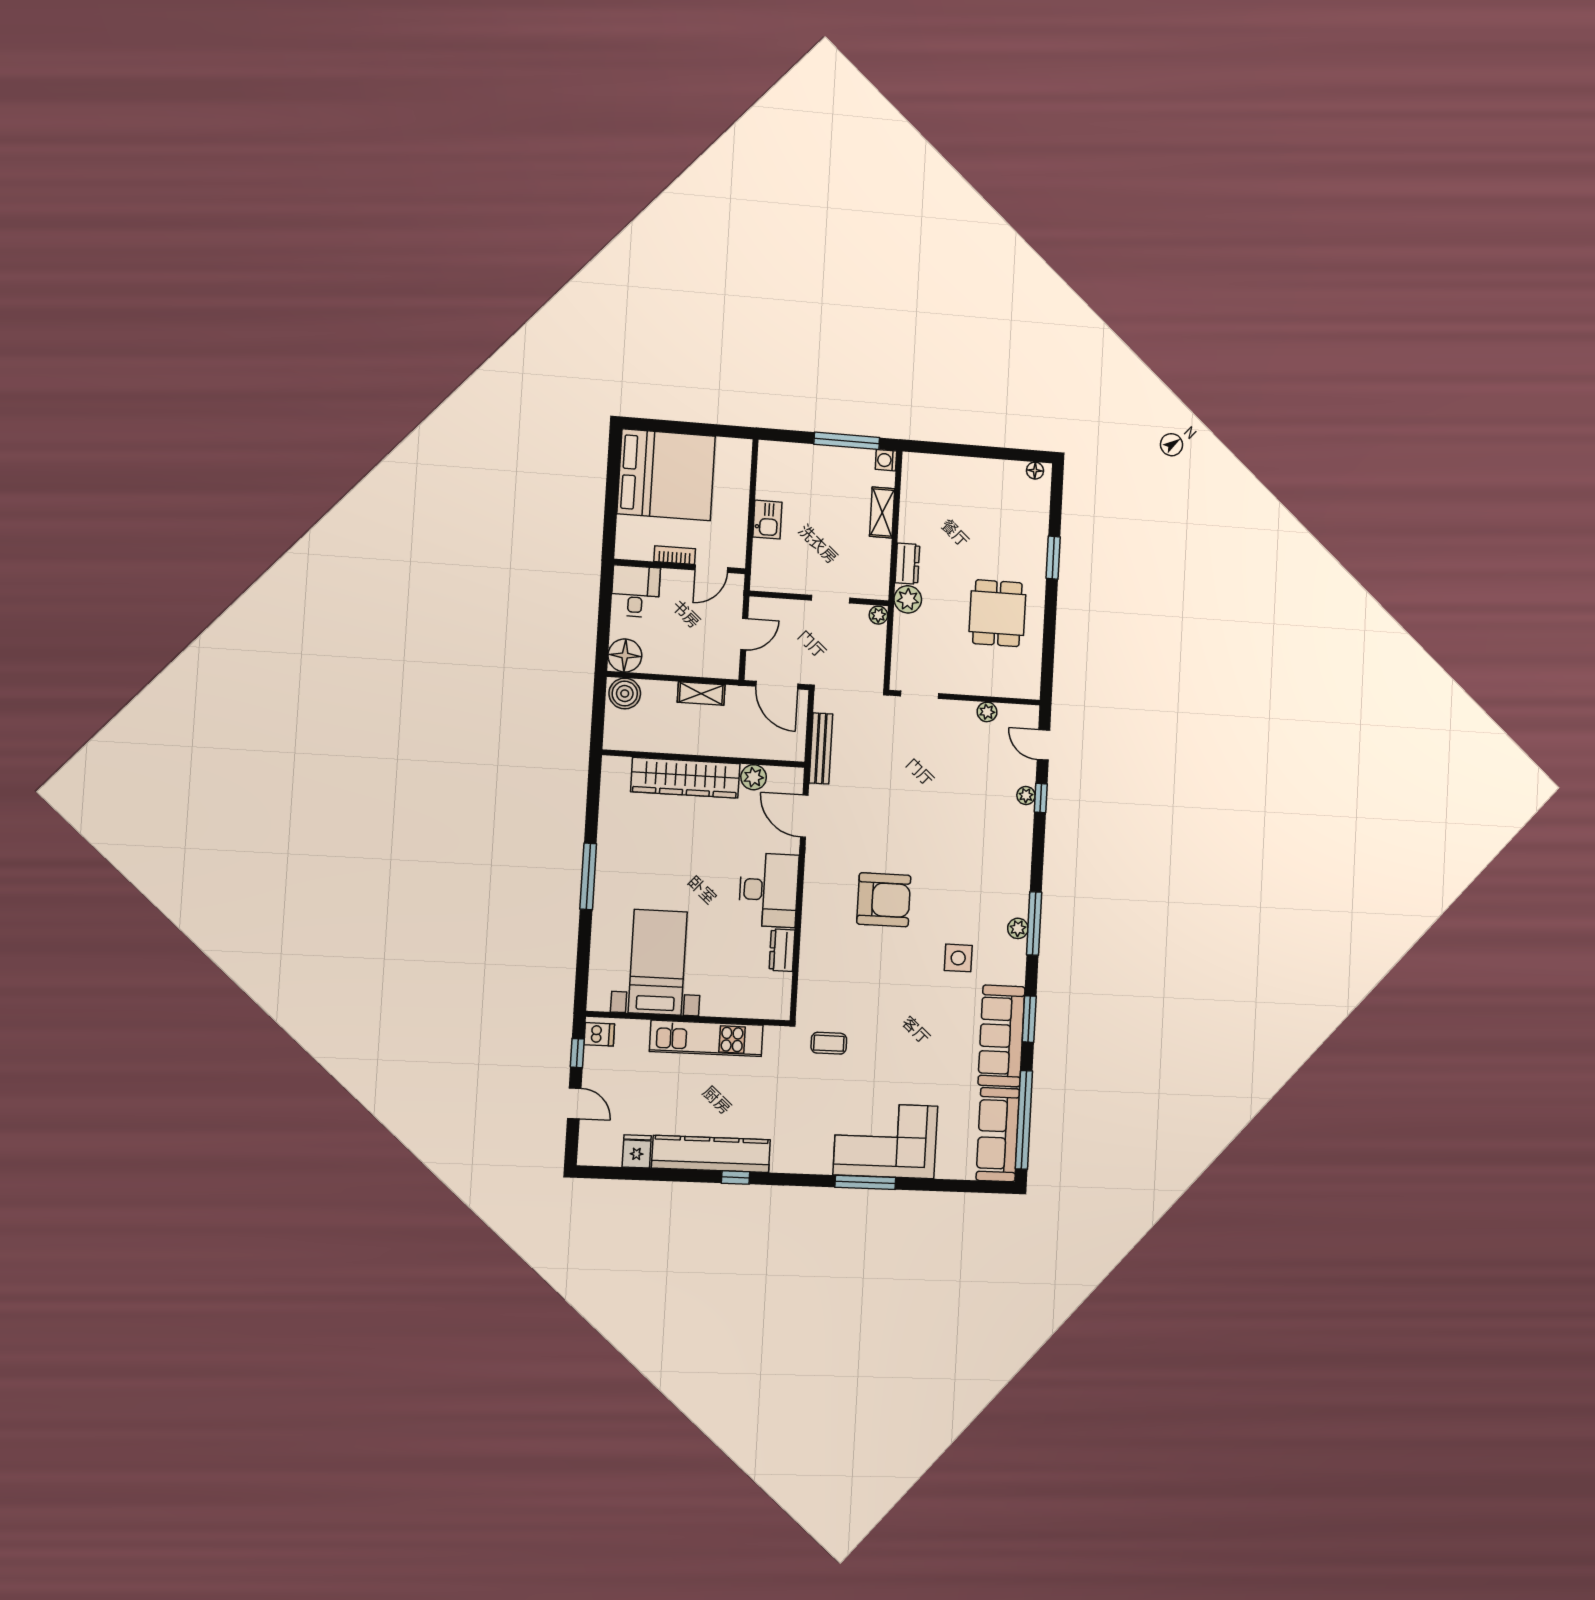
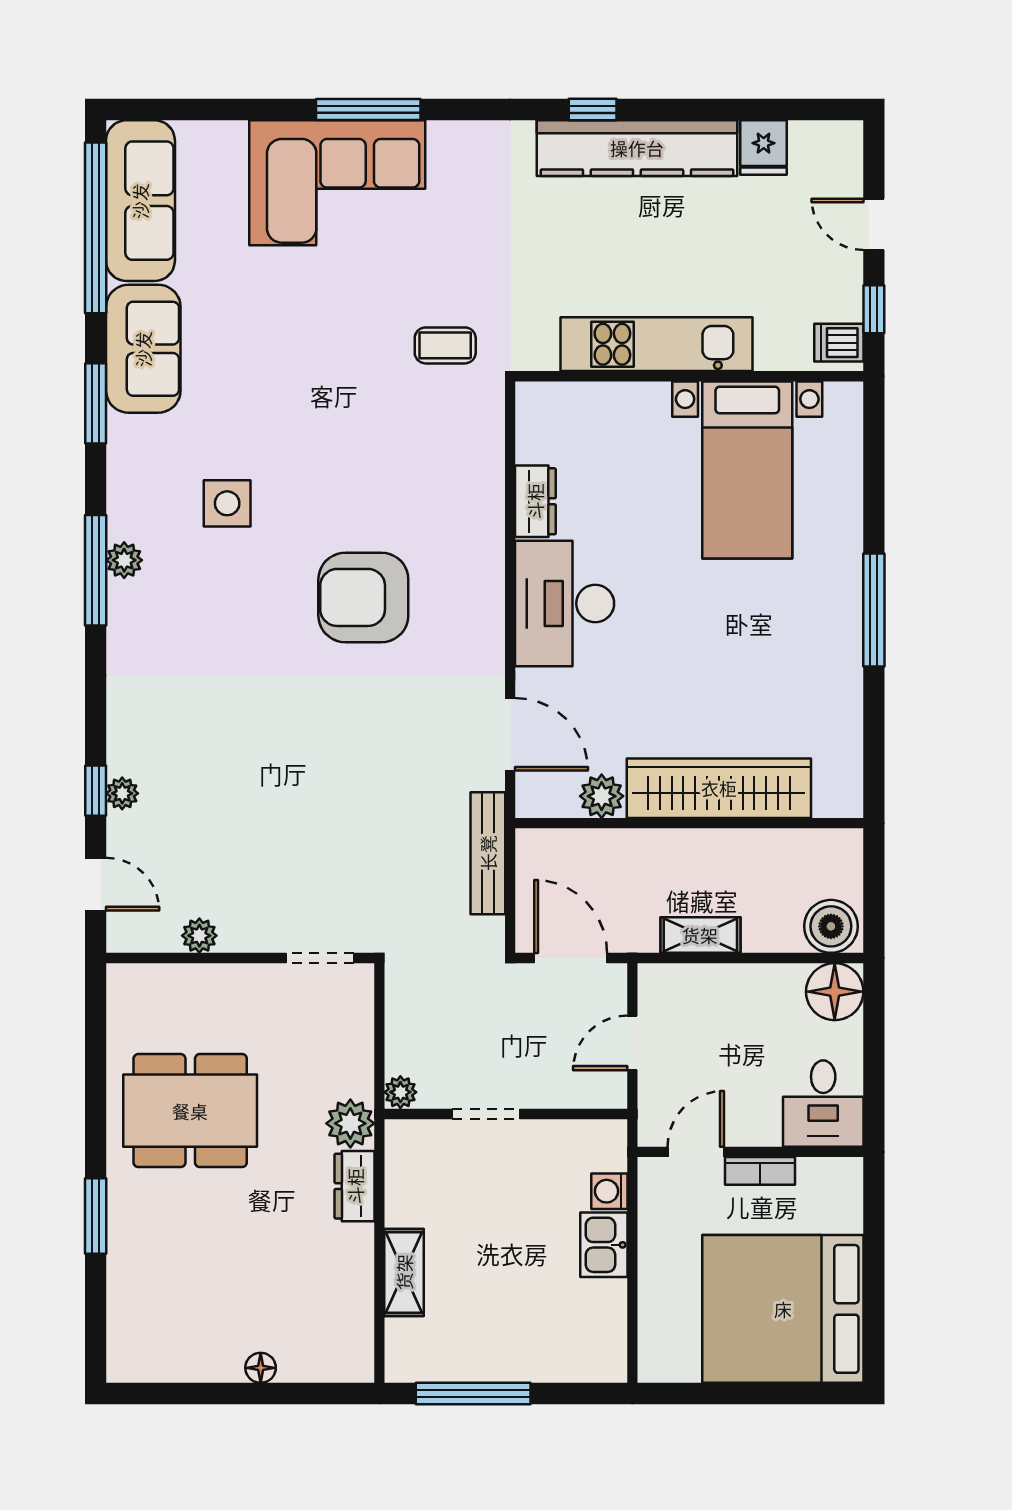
washing machine: (886, 460) -> (609, 1191), moved, turned 180
floor lamp: (1035, 471) -> (261, 1368), moved
dining table: (997, 613) -> (190, 1111), width x1.38
sofa: (1001, 1036) -> (143, 349), width x0.73

